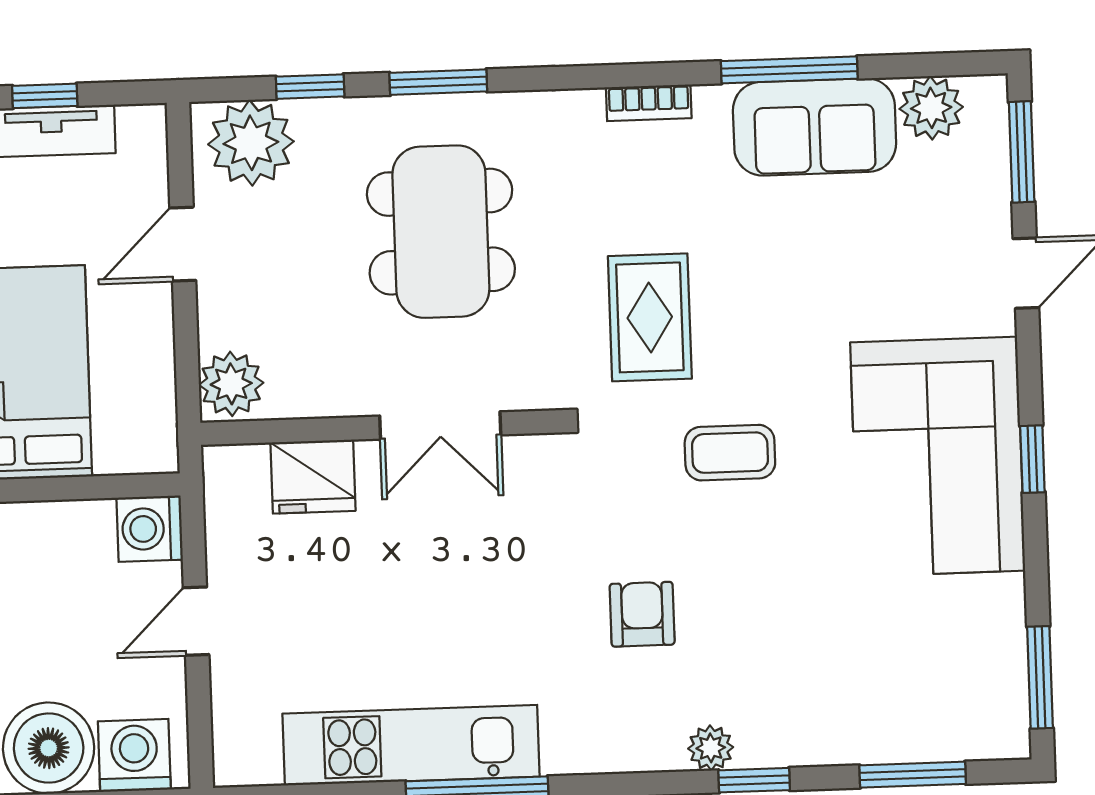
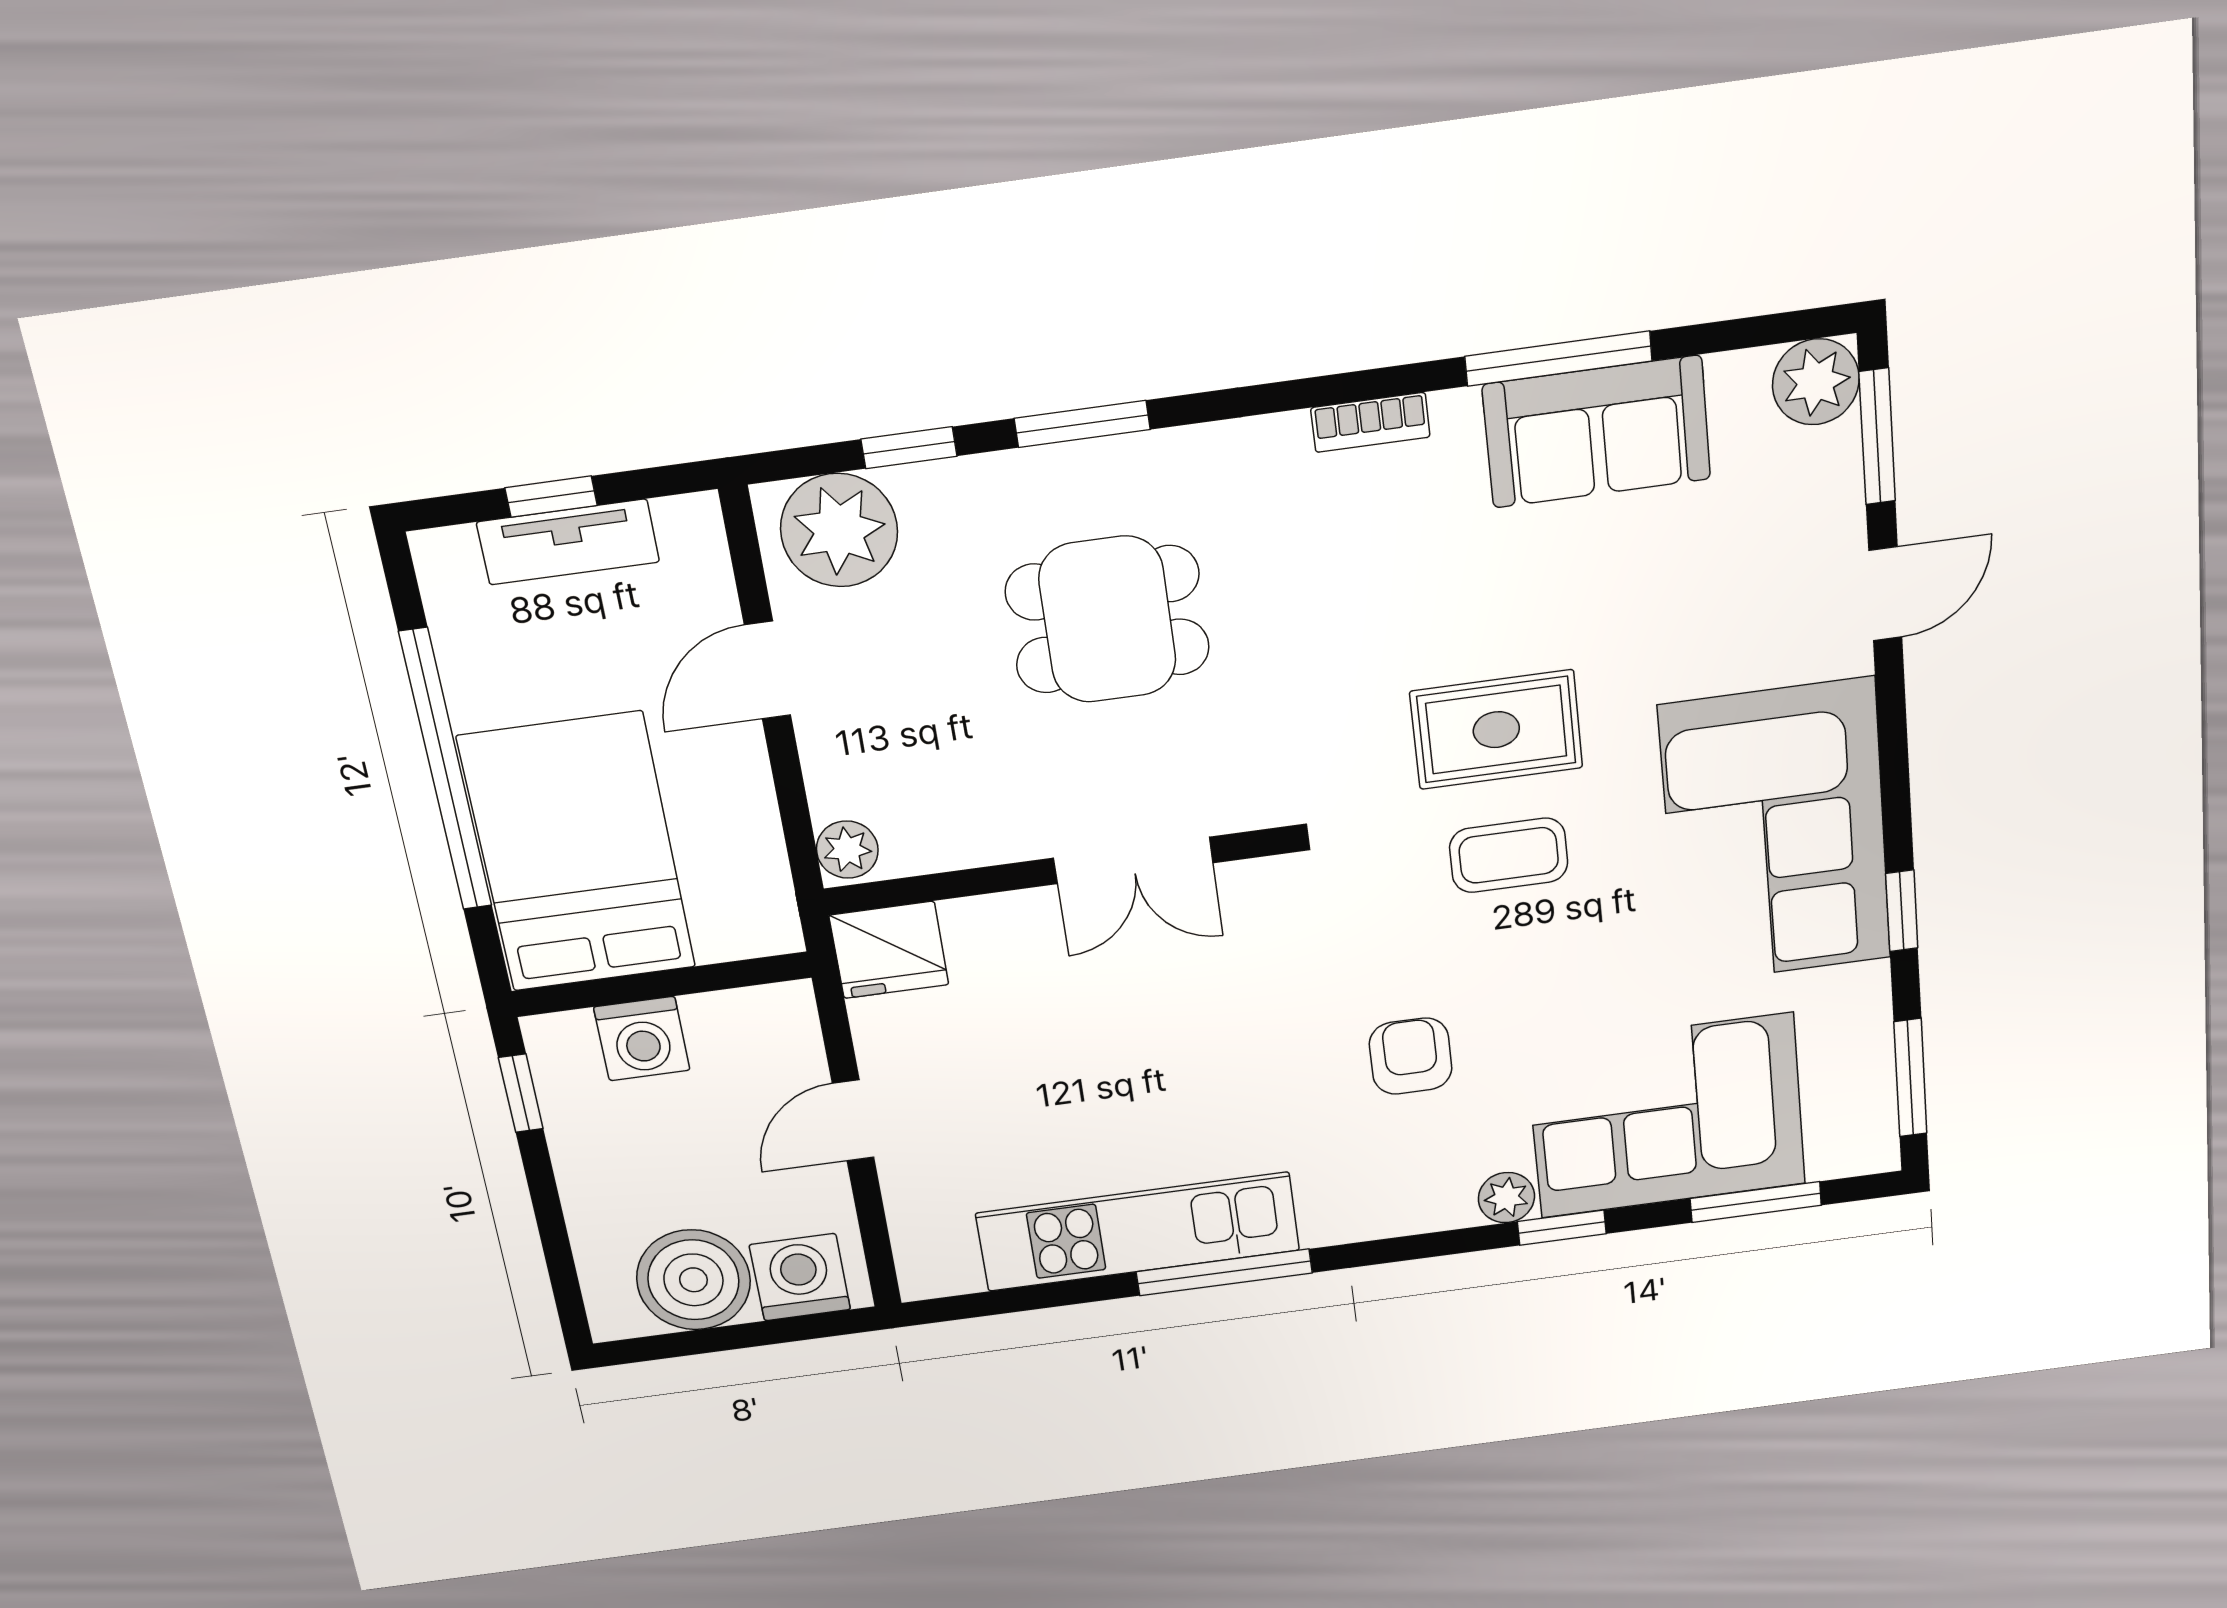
plant: (931, 108) -> (1816, 382), moved
dining table: (441, 232) -> (1107, 620), width x0.73
rug: (650, 317) -> (1496, 730), moved, turned 90
plant: (231, 384) -> (847, 850), width x0.73, depth x0.73
window: (1032, 459) -> (1902, 911), moved
fridge: (313, 477) -> (889, 950), moved
washing machine: (150, 529) -> (642, 1039), moved, turned -90
corner sofa: (843, 689) -> (1666, 1116), added

